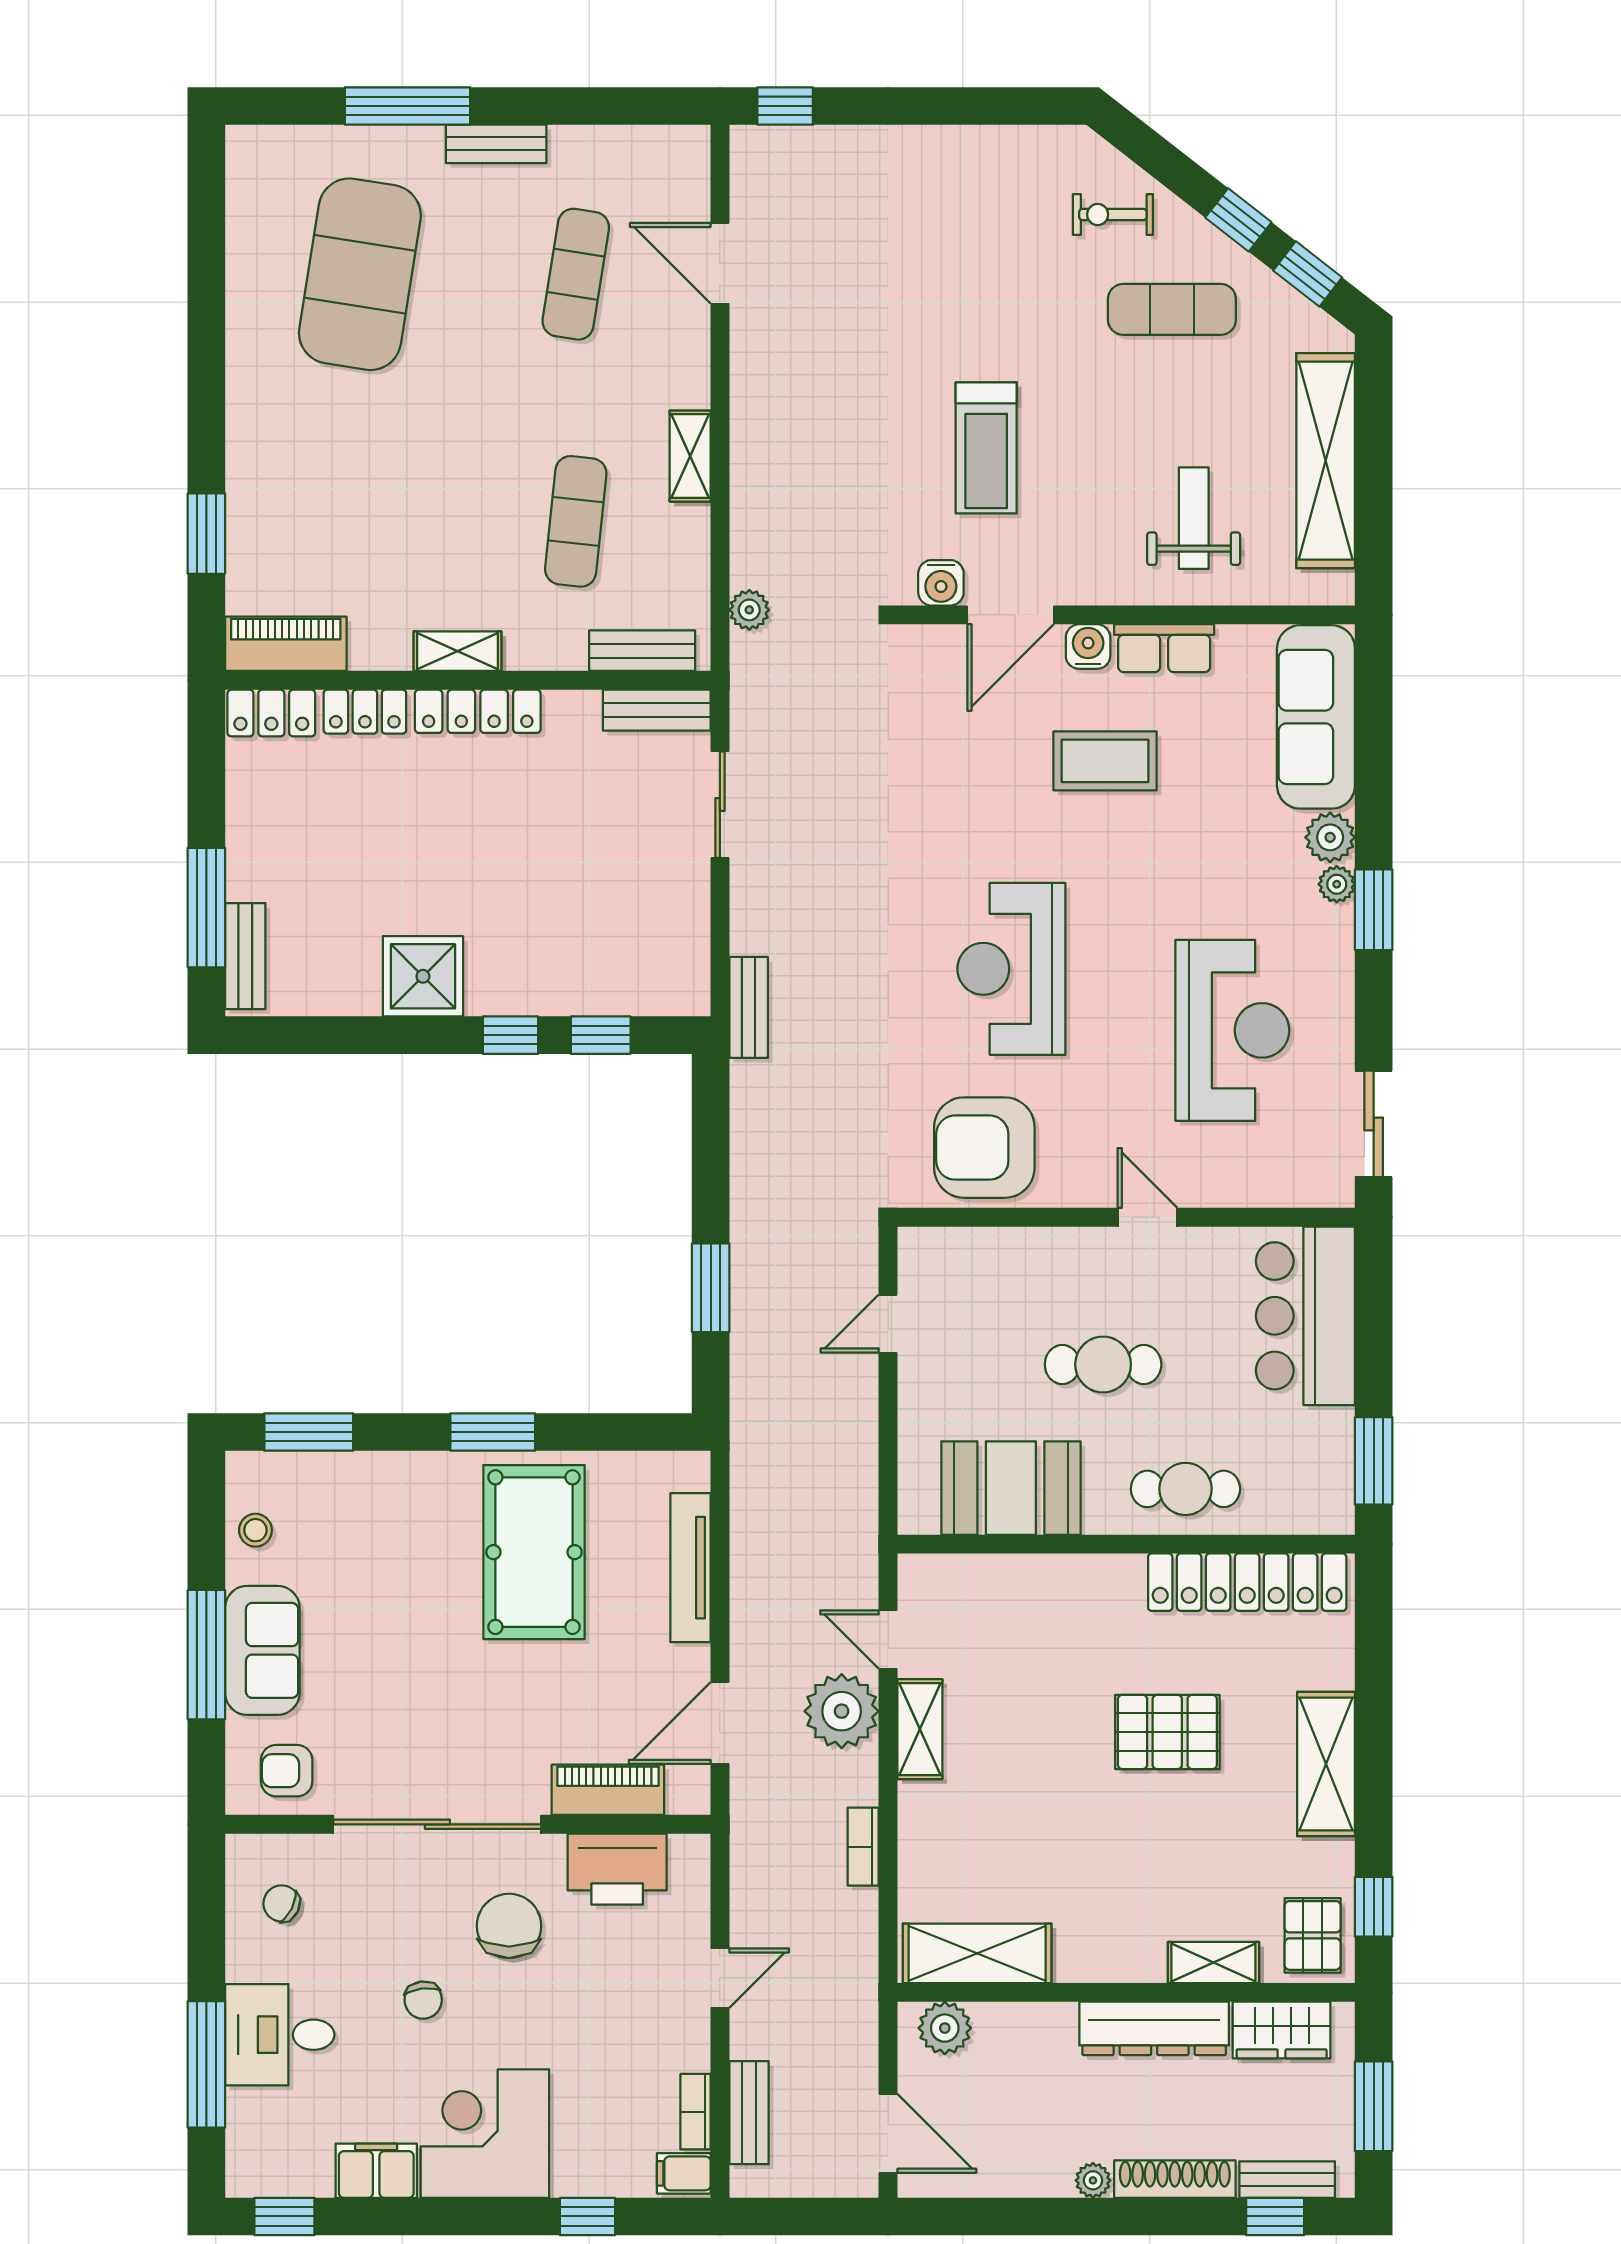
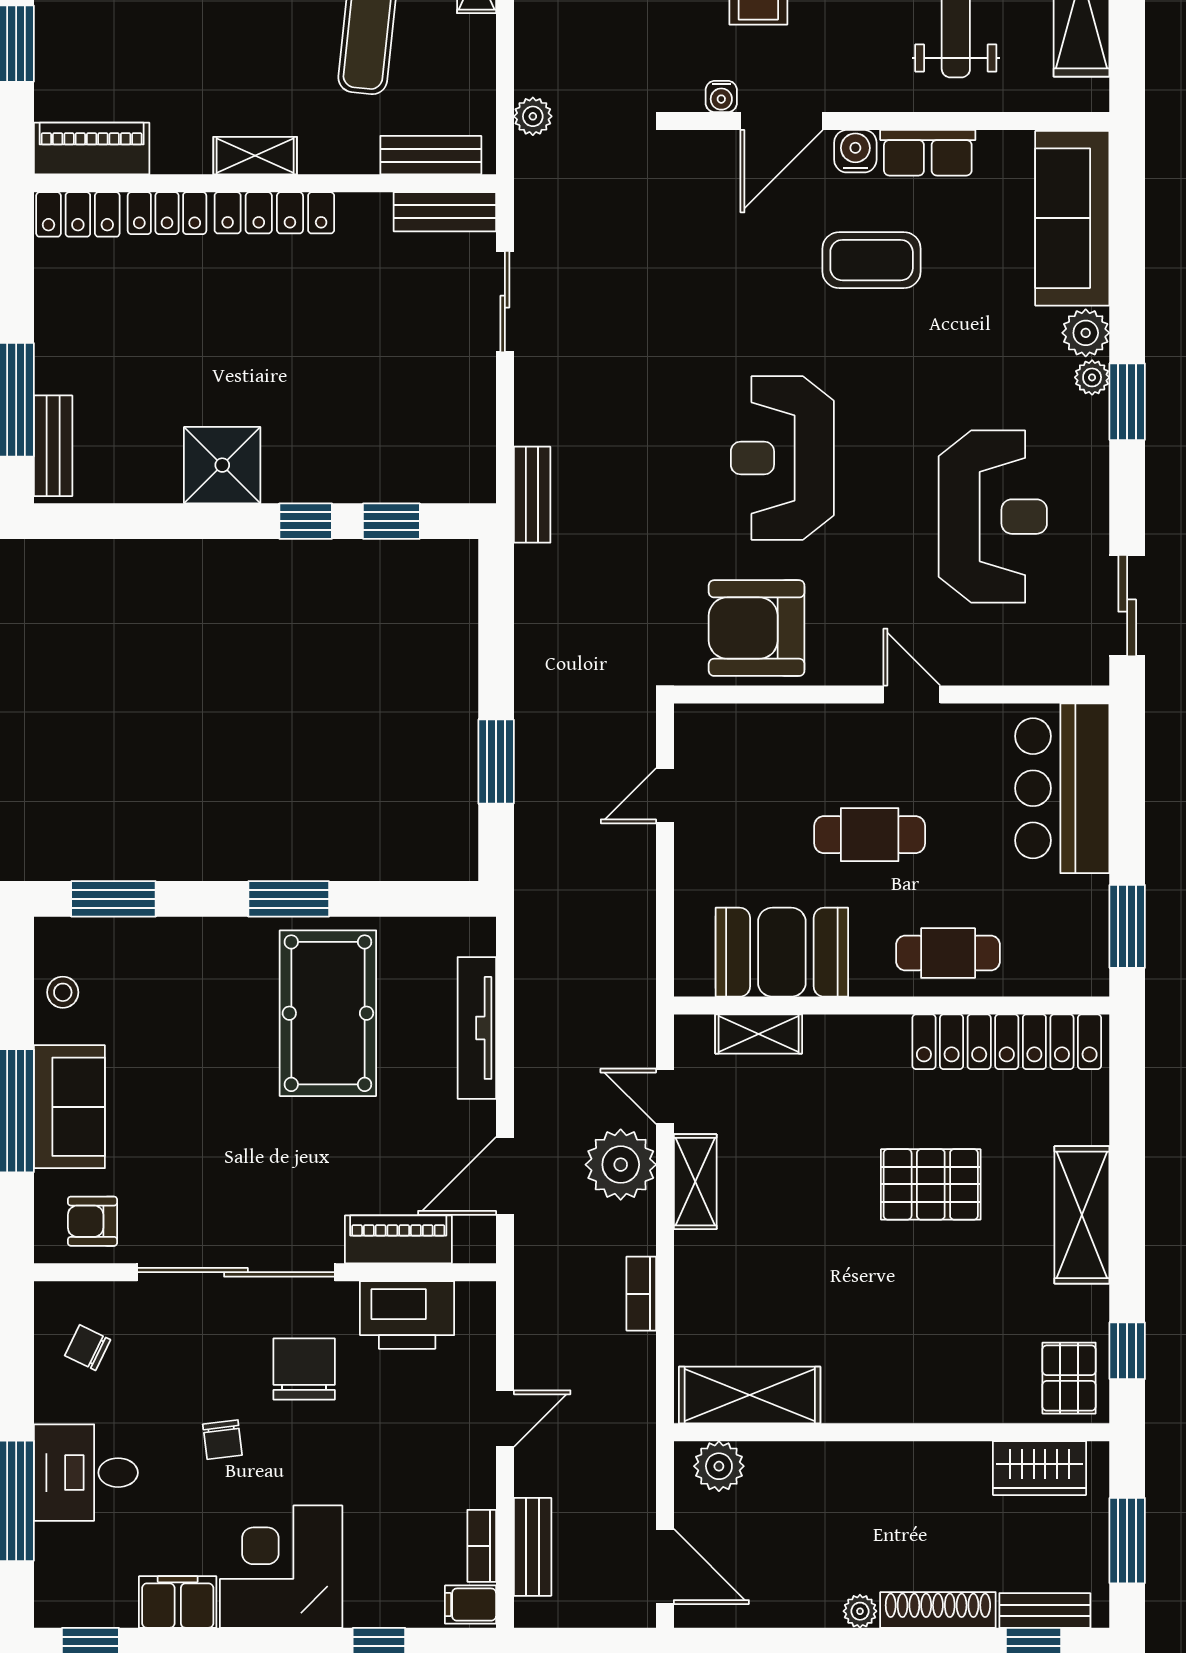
water cooler: (941, 583) -> (721, 97), width x0.72, depth x0.72
shelving: (1213, 1962) -> (759, 1034), moved
dresser: (1154, 2028) -> (918, 1467), removed

